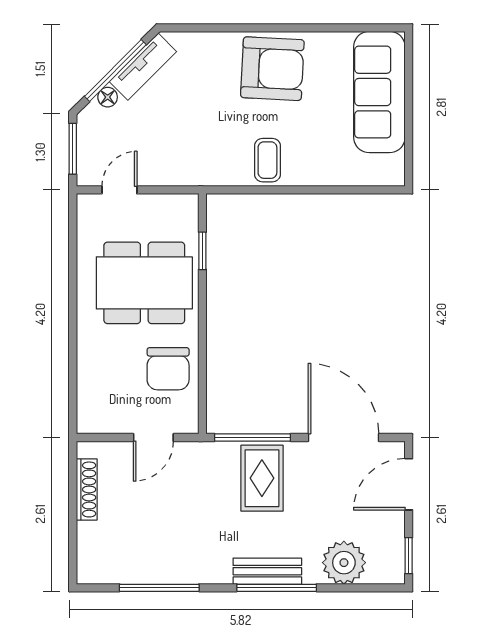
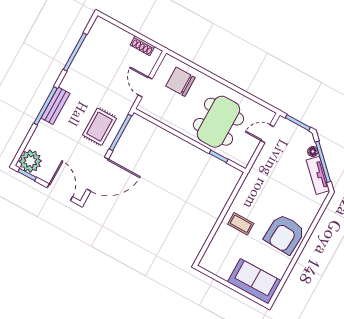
sofa: (379, 92) -> (254, 281), width x0.73
coffee table: (267, 160) -> (241, 224), moved
door: (119, 190) -> (267, 134), swing flipped
chair: (168, 369) -> (181, 82), moved
rug: (262, 478) -> (99, 127), turned 90
shoe rack: (87, 489) -> (142, 46), width x0.70
plant: (344, 563) -> (30, 161), moved

